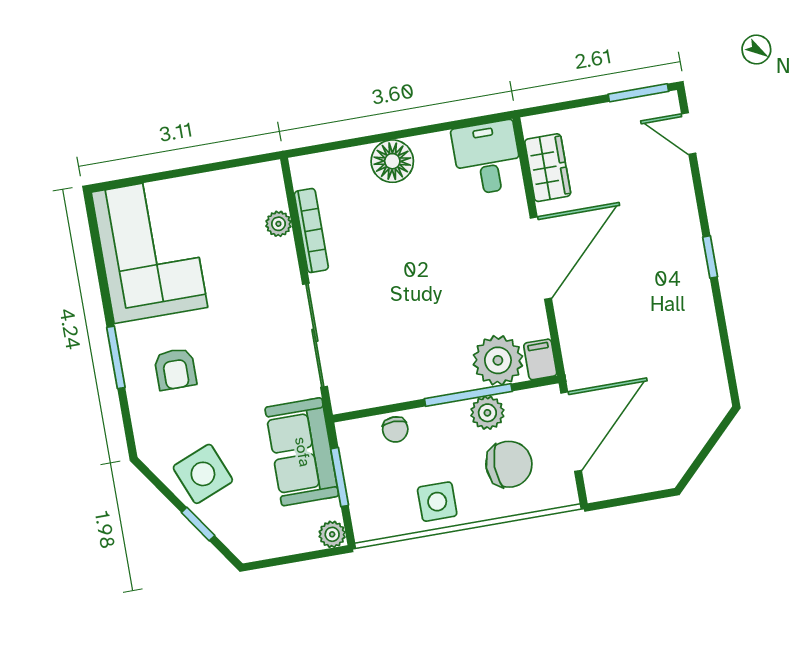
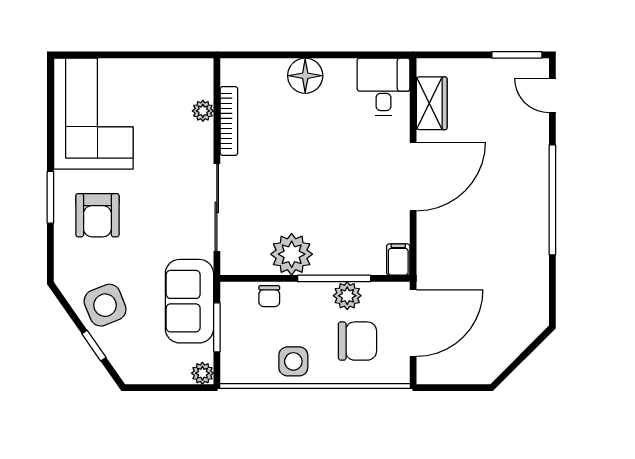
window: (710, 257) -> (552, 200), width x3.17
plant: (498, 360) -> (292, 254), moved
armchair: (175, 369) -> (97, 215), width x1.38, depth x1.38

